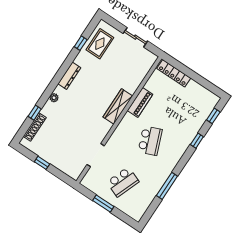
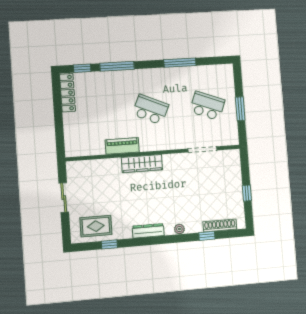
locker: (174, 73) -> (68, 93), moved
school desk: (150, 141) -> (150, 110), turned 45
window: (197, 141) -> (117, 66), width x2.17

